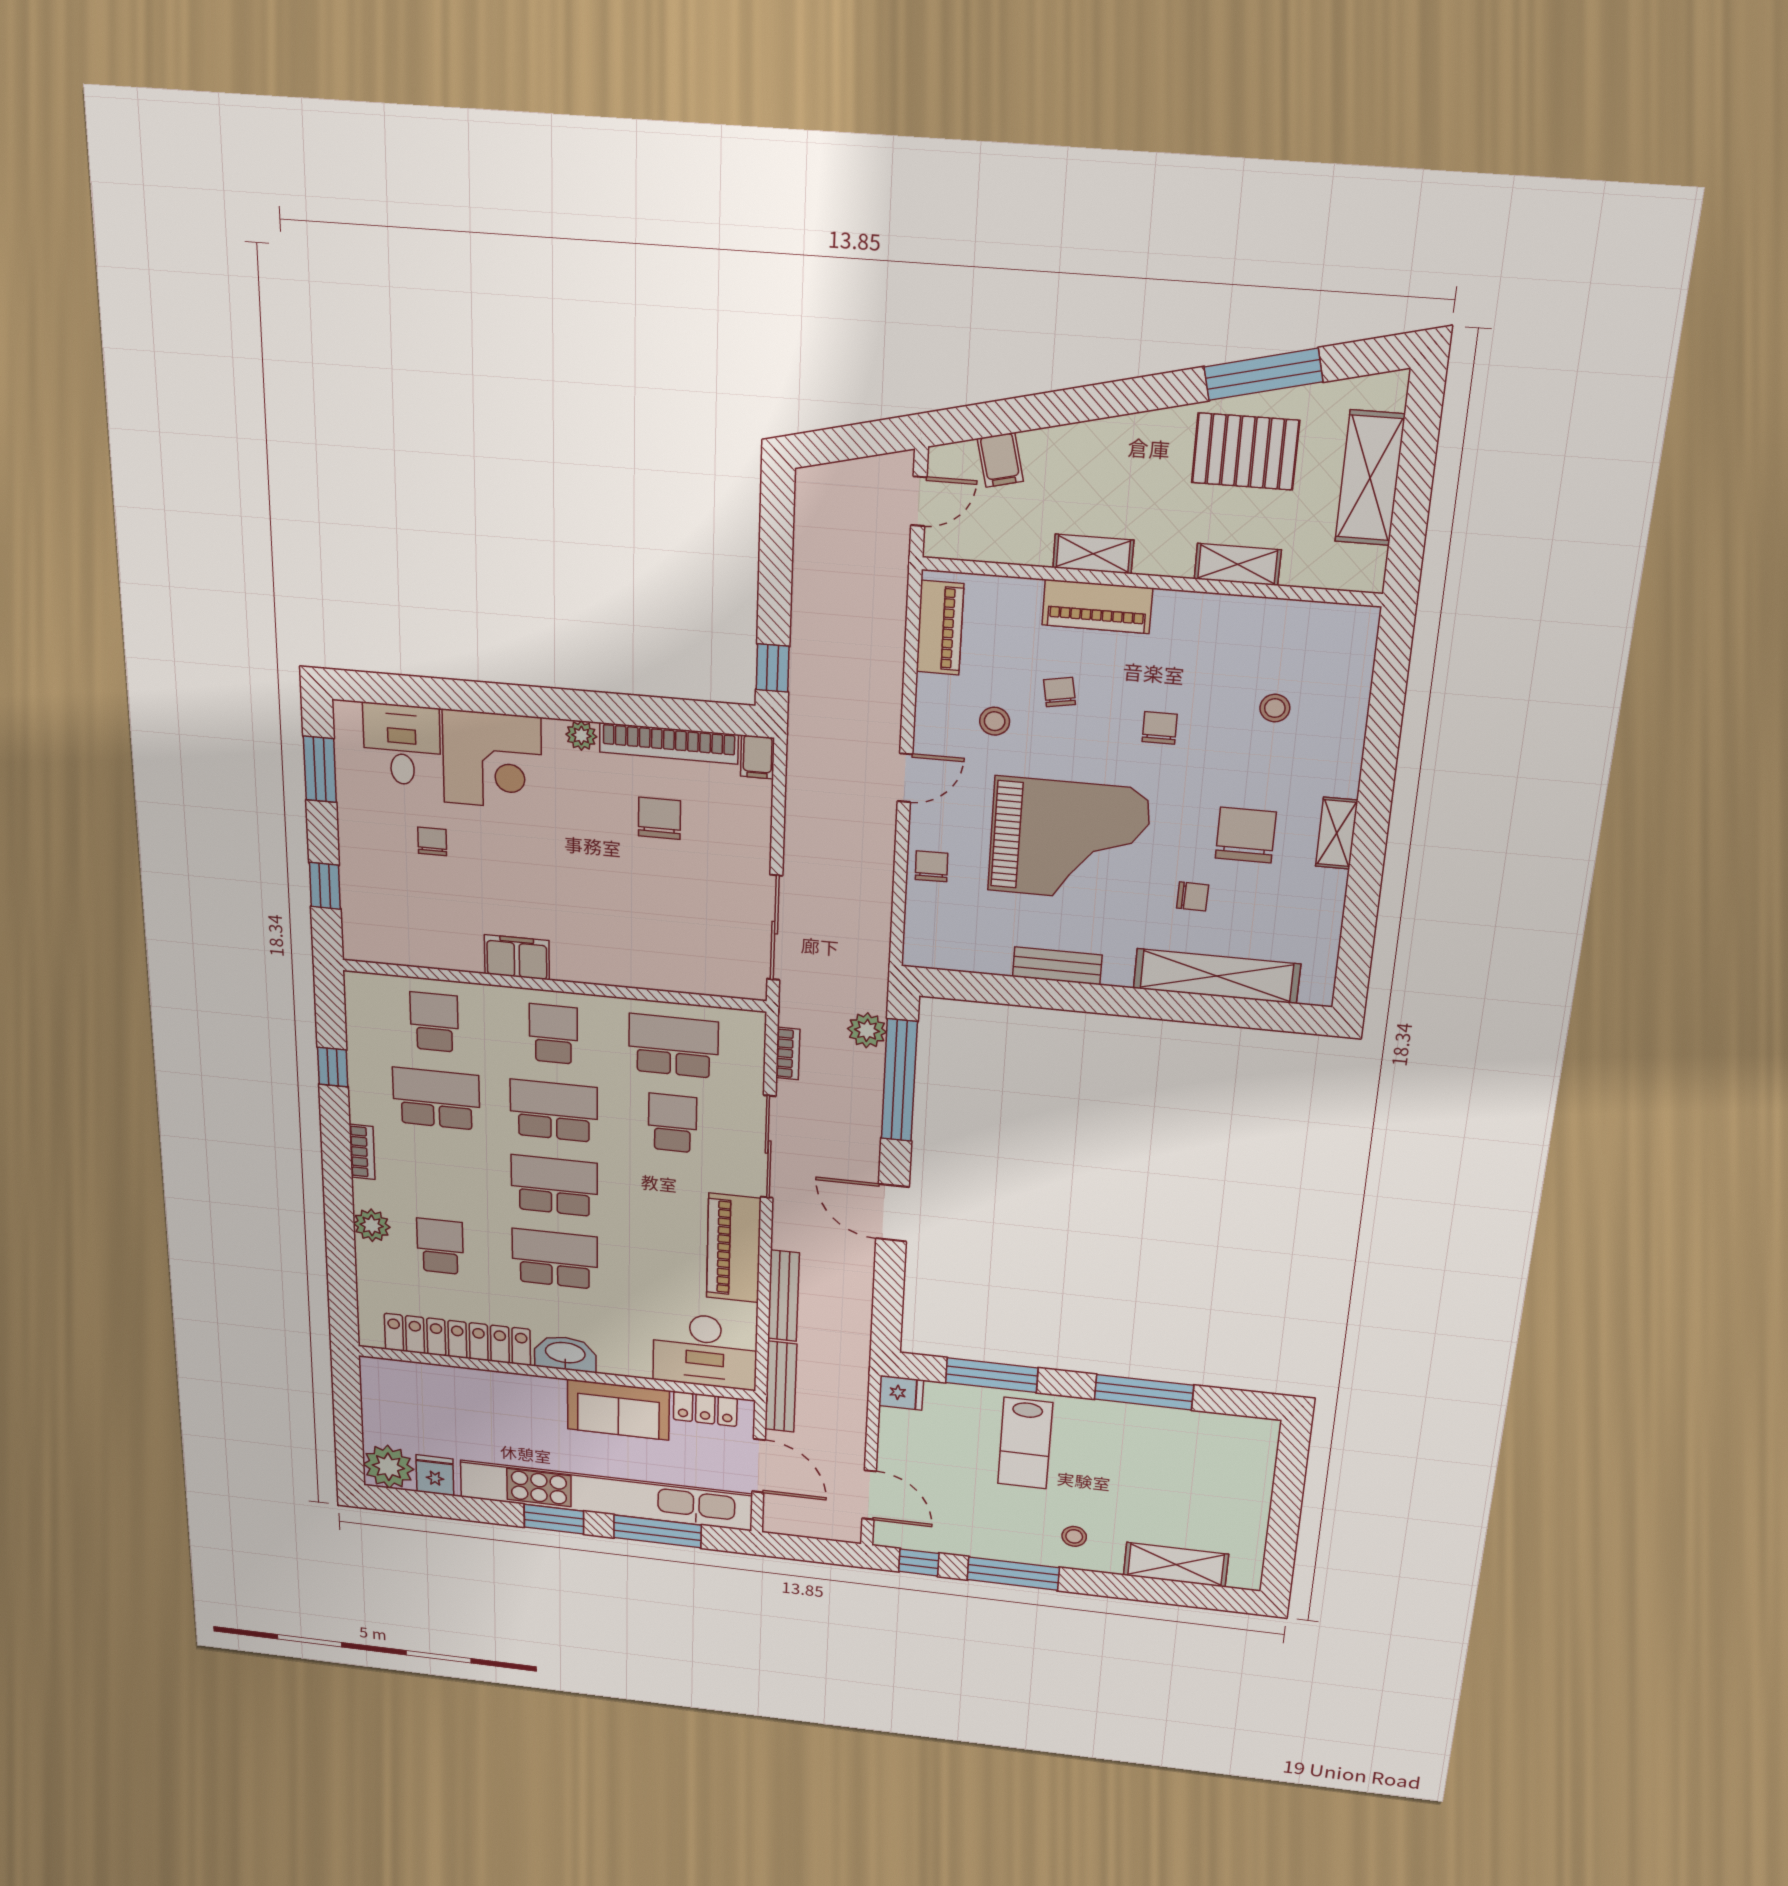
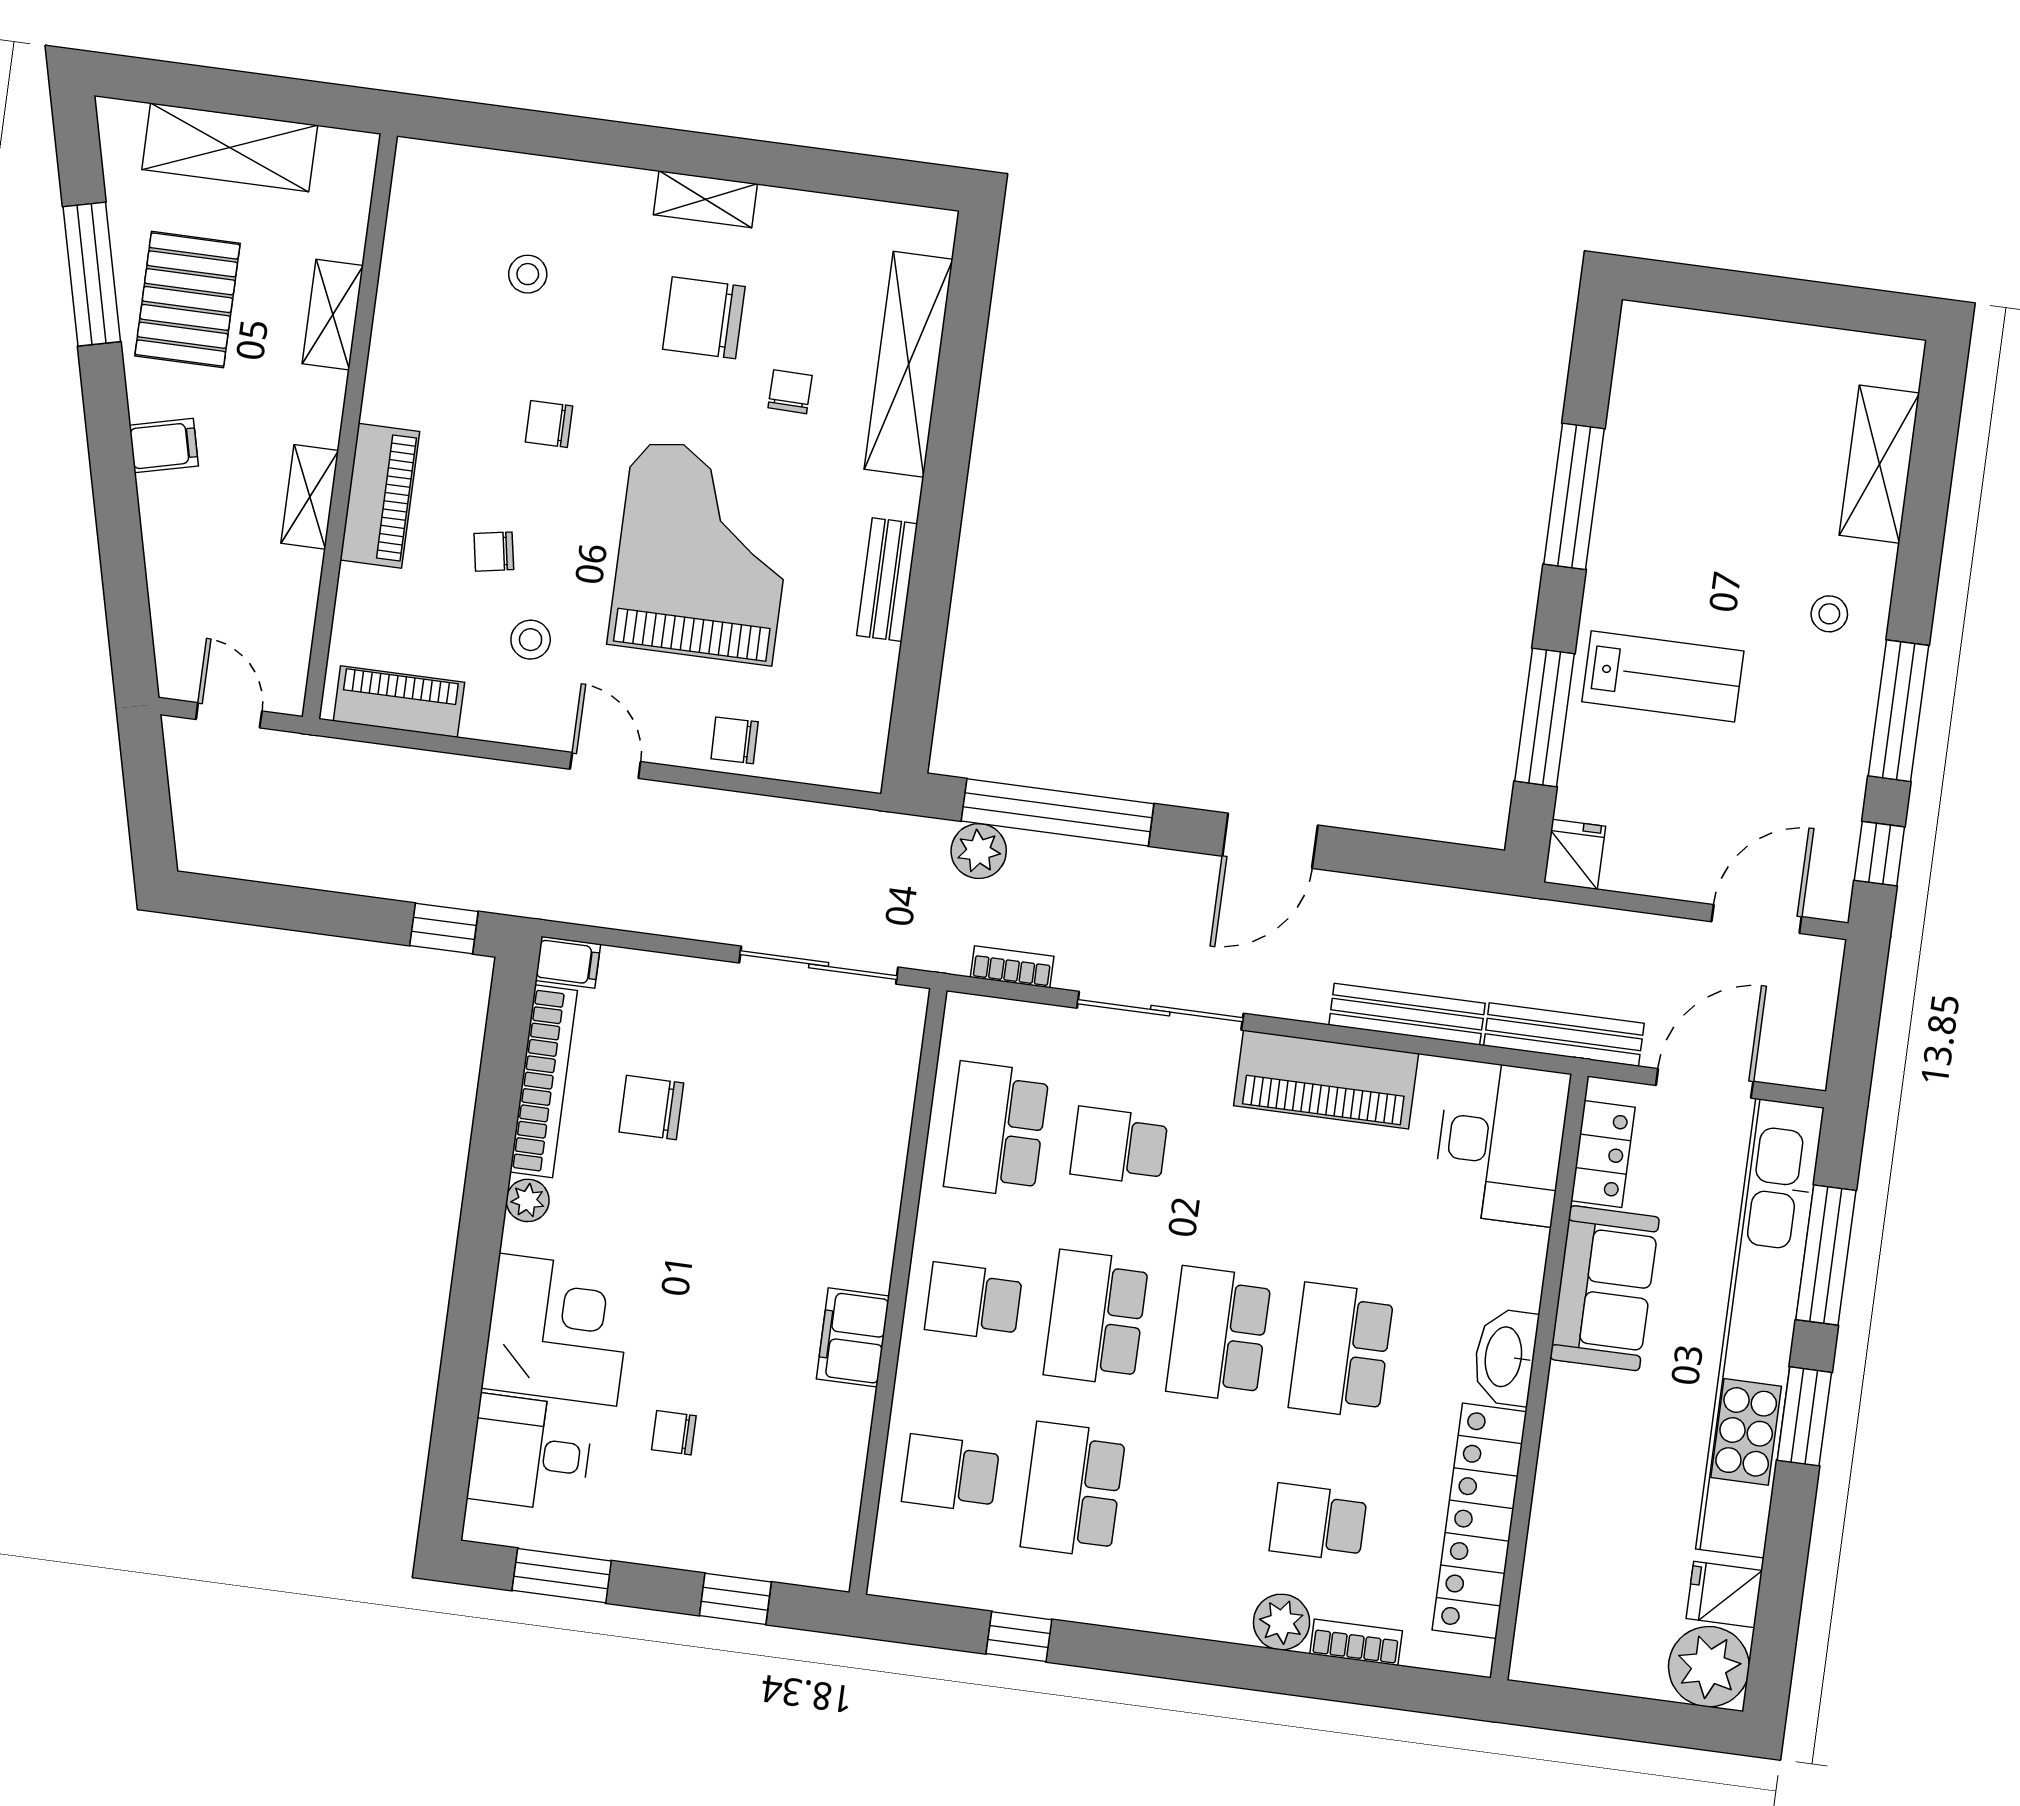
filing cabinet: (1000, 460) -> (164, 446), moved
bookcase: (362, 1152) -> (1356, 1642), moved

